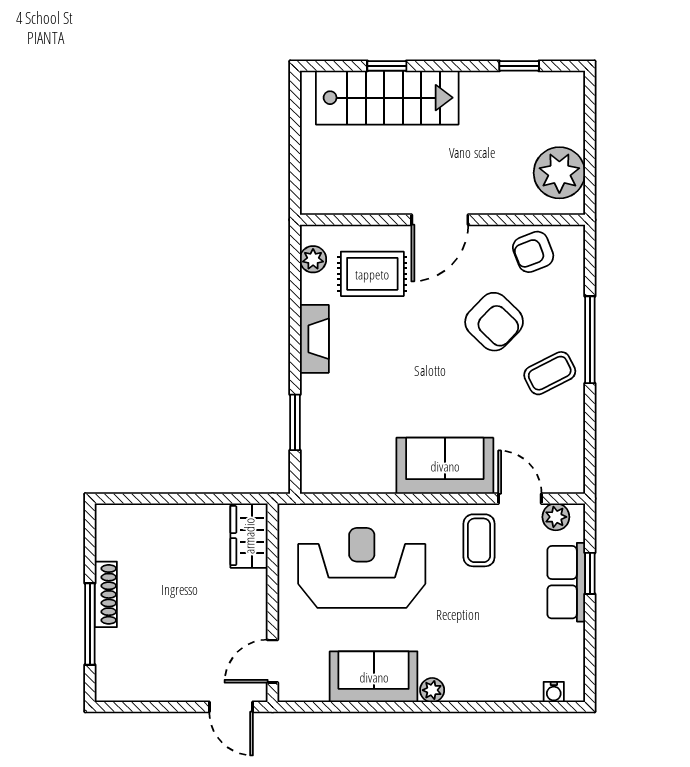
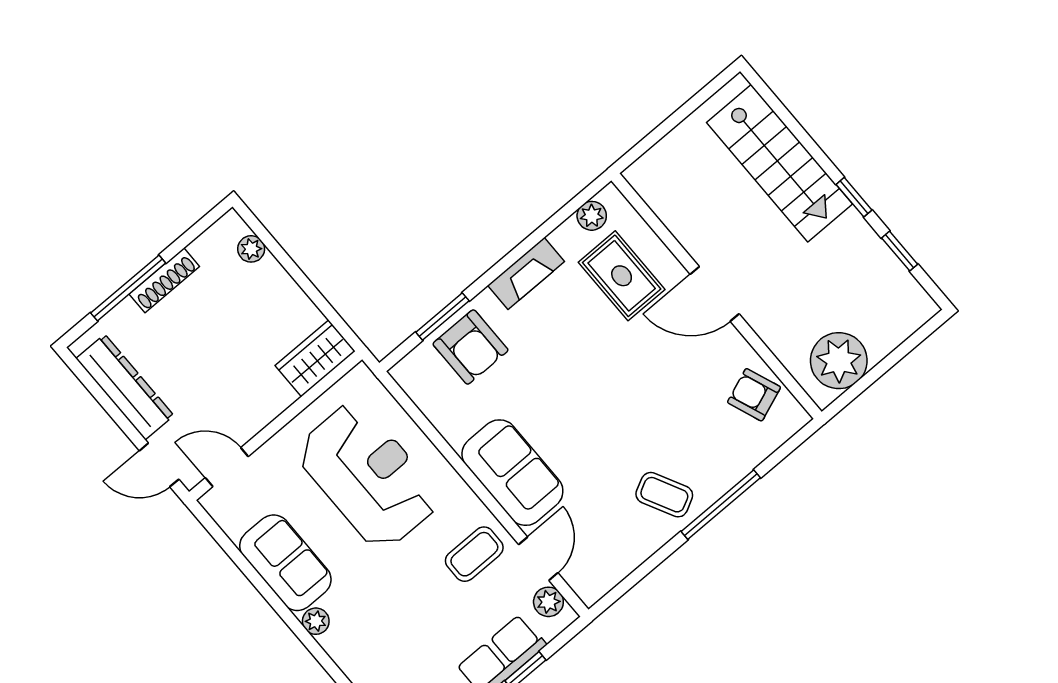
window: (387, 66) -> (854, 197), moved
armchair: (494, 322) -> (471, 347), moved, turned -44
plant: (135, 516) -> (251, 249), added
dresser: (157, 685) -> (125, 387), added
door: (231, 707) -> (159, 465), hinge flipped

